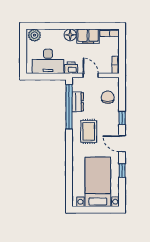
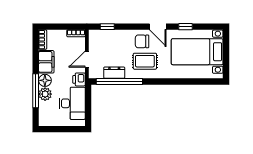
window: (60, 26) -> (36, 91), added
plant: (34, 35) -> (45, 94), moved
chair: (108, 97) -> (142, 41), moved
window: (122, 118) -> (107, 27), moved
door: (122, 144) -> (158, 27), hinge flipped

